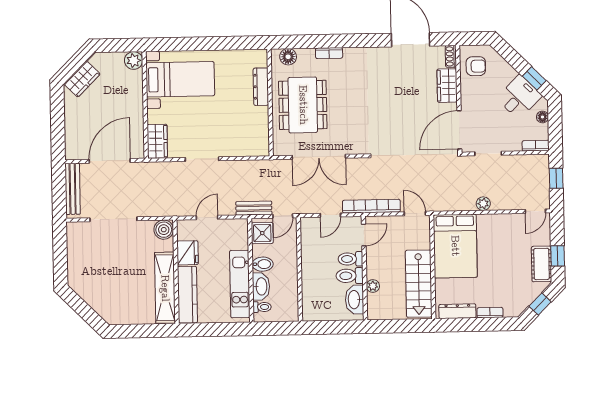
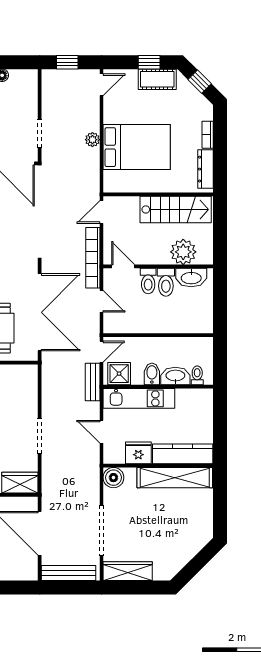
bookcase: (536, 146) -> (32, 83), removed
double door: (319, 157) -> (40, 312), width x1.36
door: (535, 211) -> (101, 85), hinge flipped
door: (283, 216) -> (101, 352), hinge flipped
wardrobe: (75, 245) -> (128, 571), added
bed: (455, 246) -> (137, 147), moved
kitchen unit: (240, 284) -> (139, 398), moved
plant: (373, 286) -> (183, 252), width x1.88, depth x1.88

